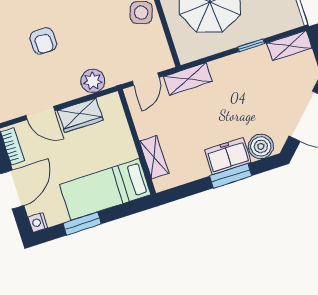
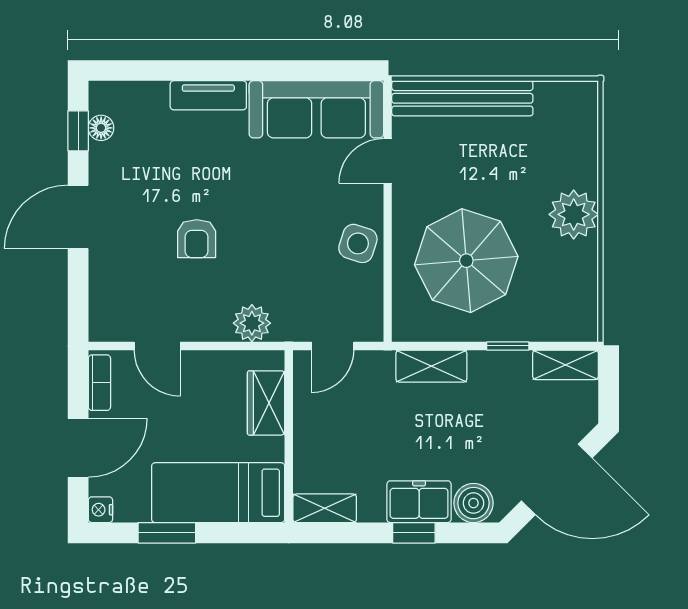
shelving: (188, 79) -> (431, 366), moved
wardrobe: (80, 115) -> (266, 403), moved, turned 90
shelving: (154, 157) -> (325, 508), moved, turned 90
window: (231, 176) -> (414, 533), width x0.67

